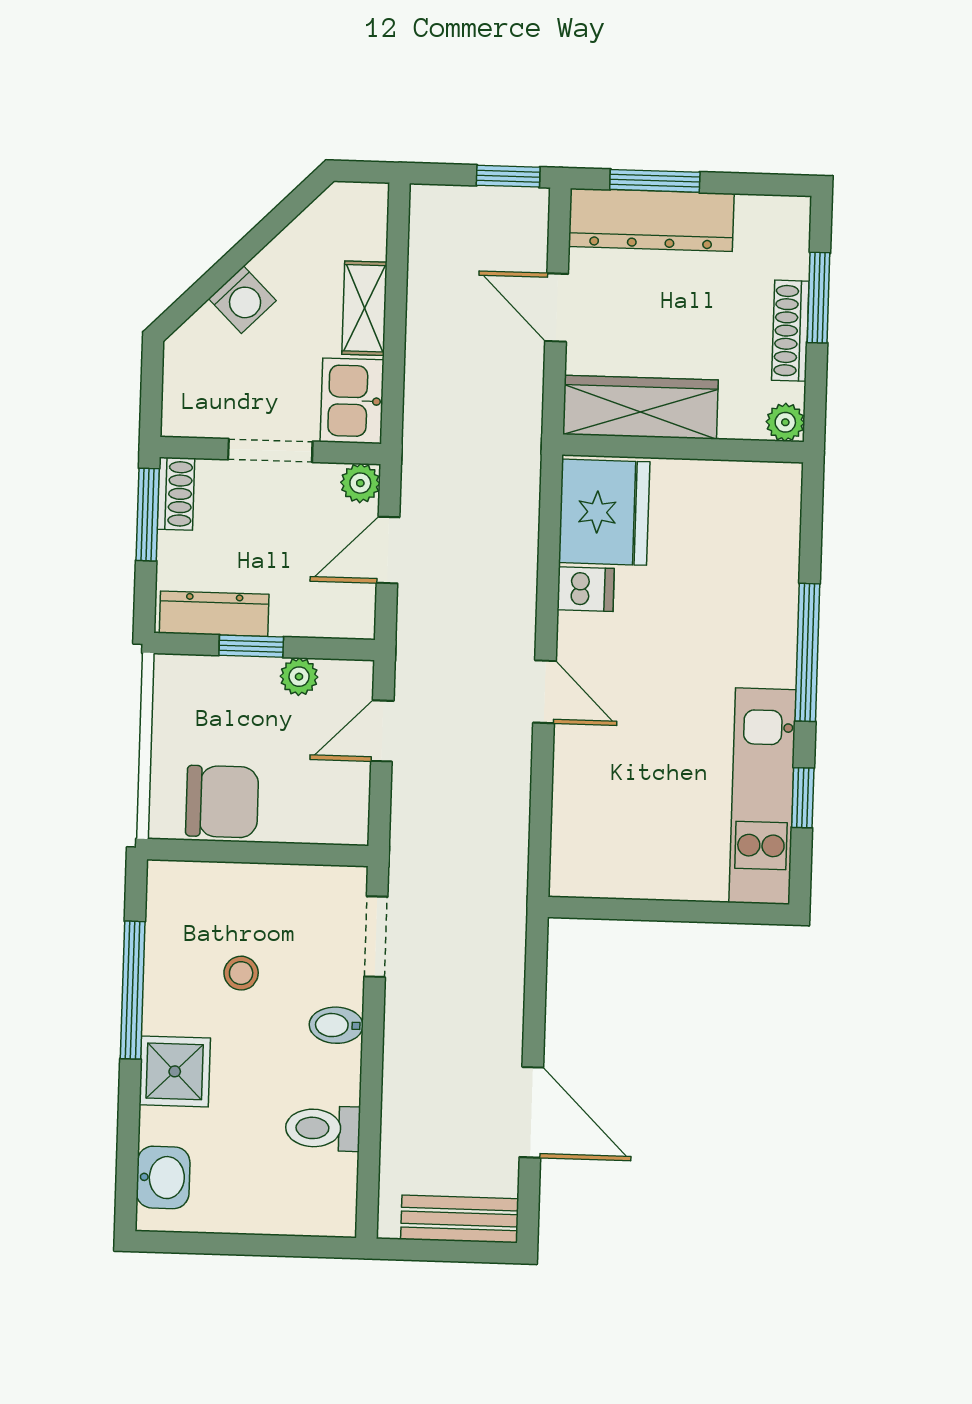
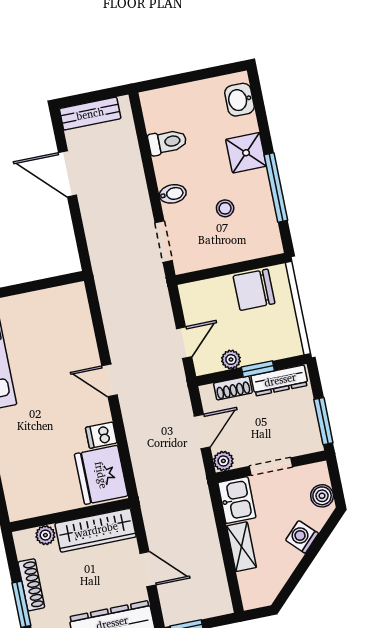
boiler: (185, 370) -> (322, 496), added
plant: (785, 422) -> (45, 535), moved
shoe rack: (176, 494) -> (233, 388), moved, turned -90

